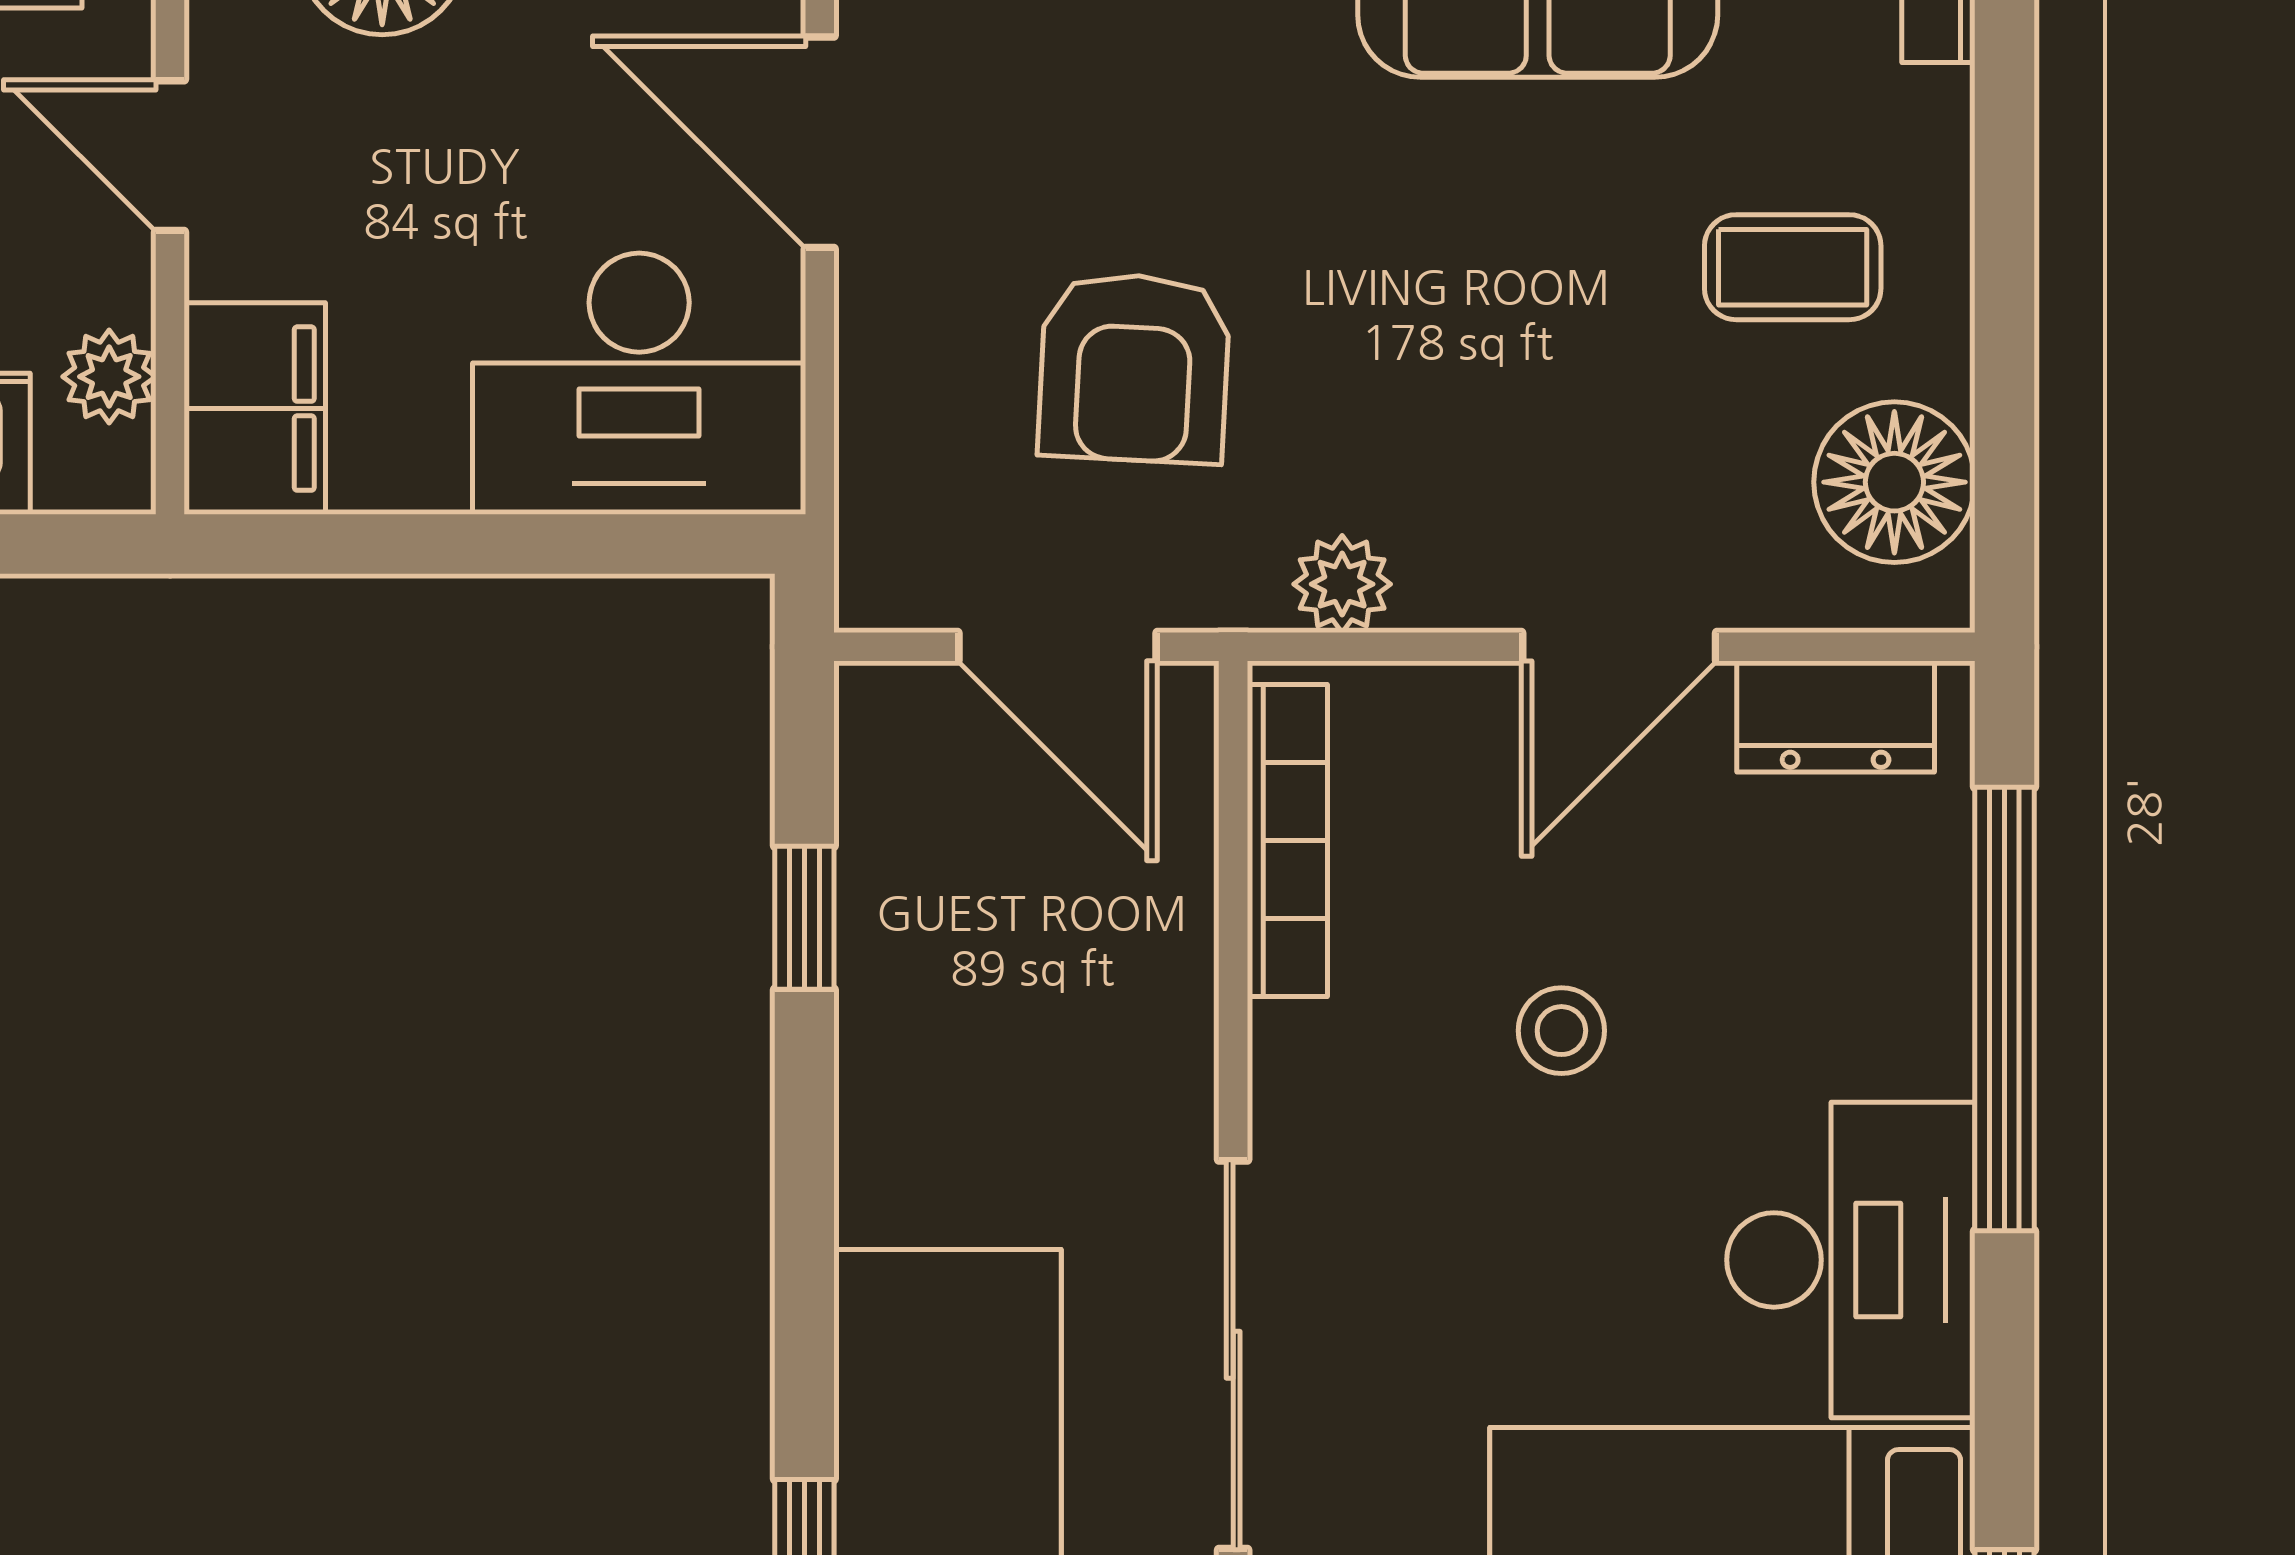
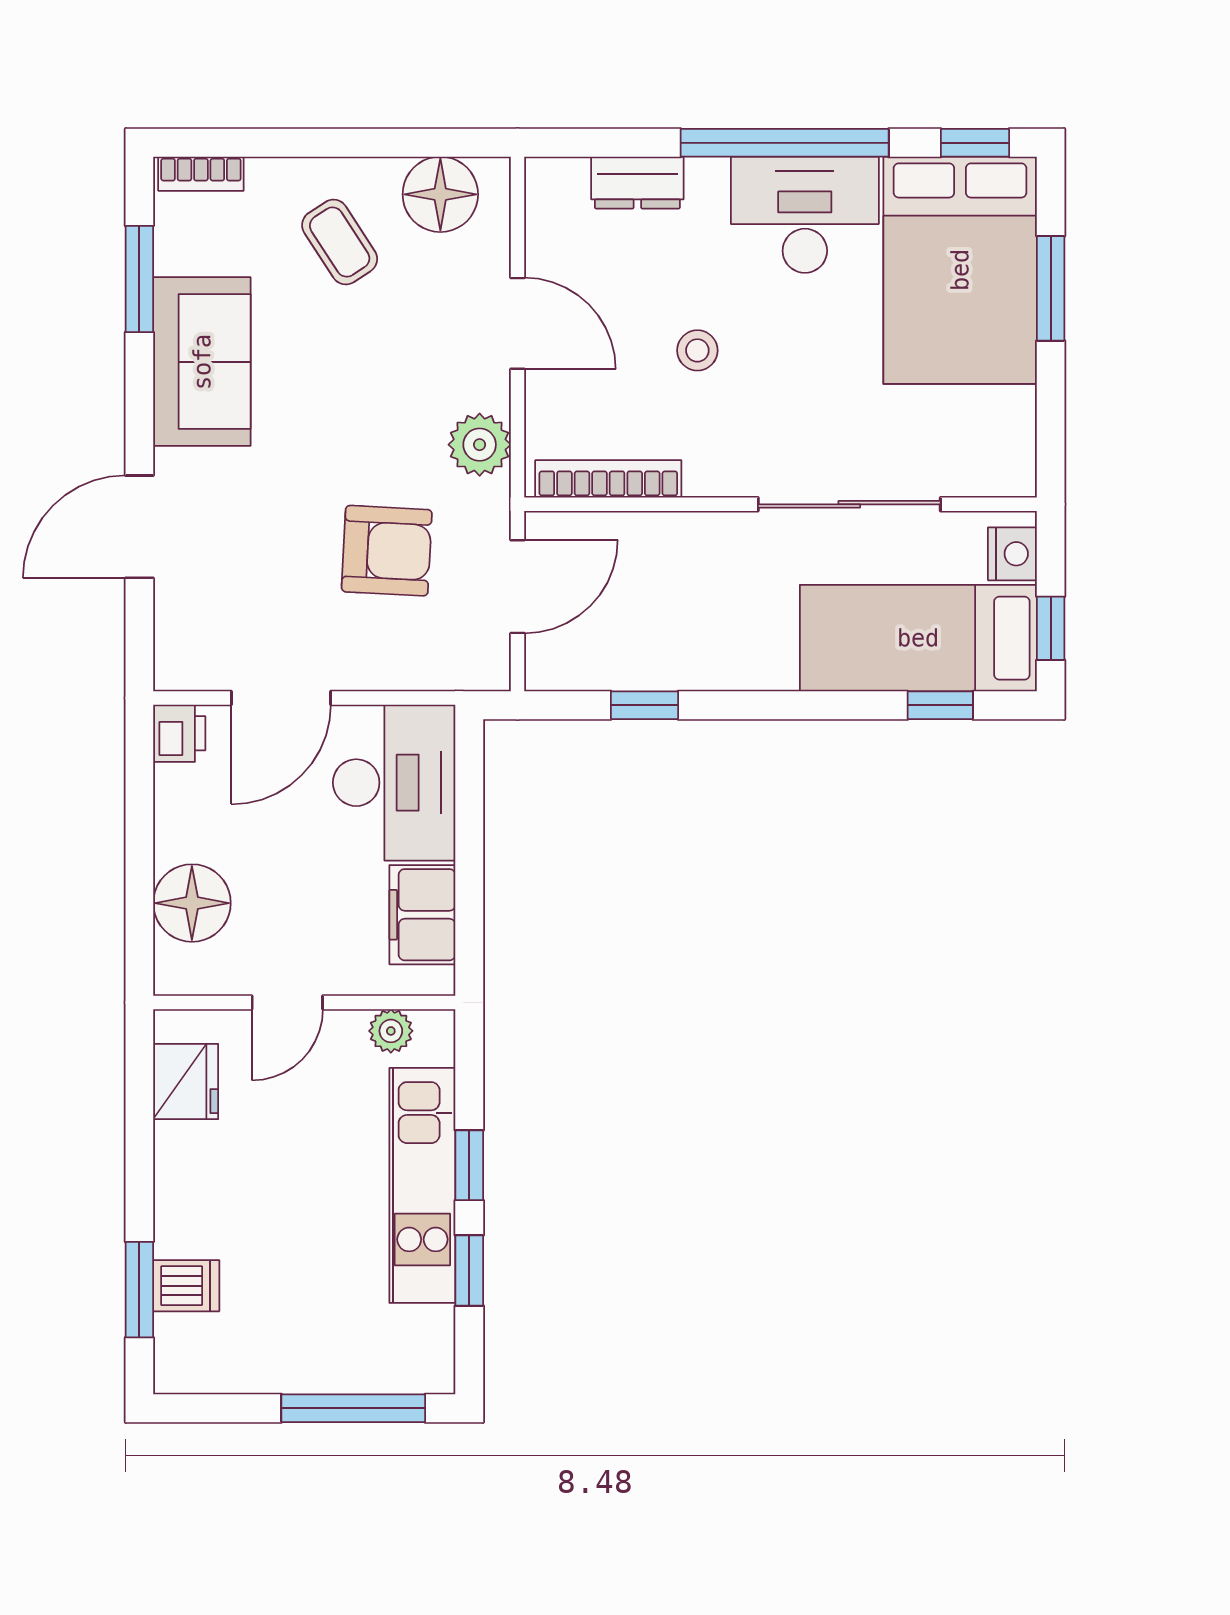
coffee table: (1793, 267) -> (340, 242), turned -33
filing cabinet: (255, 409) -> (422, 915), moved, turned -90
plant: (1342, 584) -> (480, 445), width x1.38, depth x1.38
dresser: (1836, 716) -> (637, 183), moved, turned 90
window: (2004, 1009) -> (785, 143), moved

